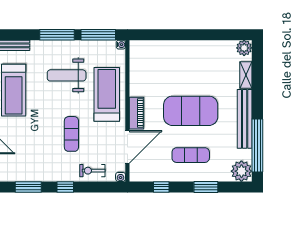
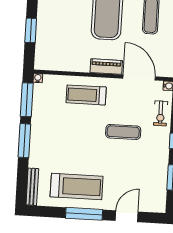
window: (169, 35) -> (31, 30), added
weight bench: (67, 75) -> (65, 133), removed
treadmill: (107, 94) -> (86, 95), width x0.73, depth x0.73

